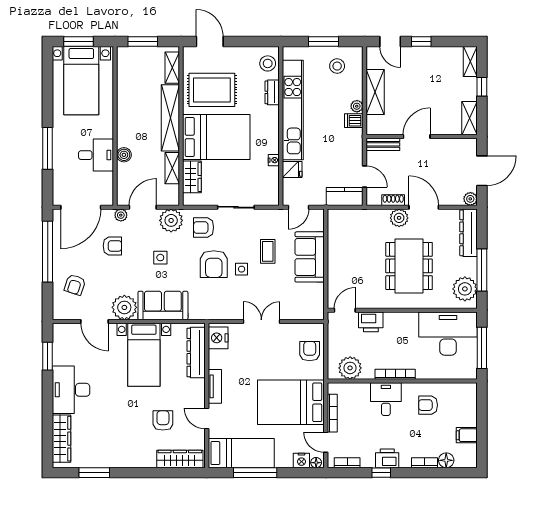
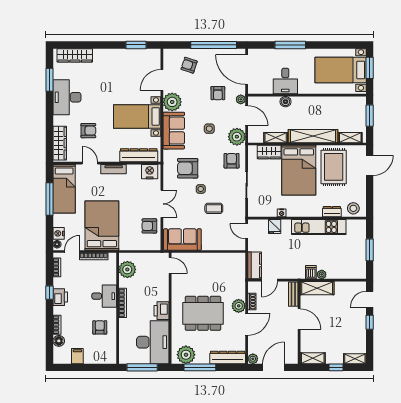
stool: (337, 66) -> (351, 260), removed
shelving: (375, 92) -> (317, 288), moved
kitchen unit: (293, 110) -> (319, 227), width x0.73
door: (482, 171) -> (274, 367), swing flipped
sofa: (310, 257) -> (182, 239), moved
armchair: (214, 264) -> (188, 168), moved
printer: (371, 322) -> (162, 311), moved
armchair: (310, 351) -> (149, 226), moved, turned 180
desk: (71, 390) -> (67, 97), moved, turned -90
door: (207, 418) -> (90, 163), hinge flipped

